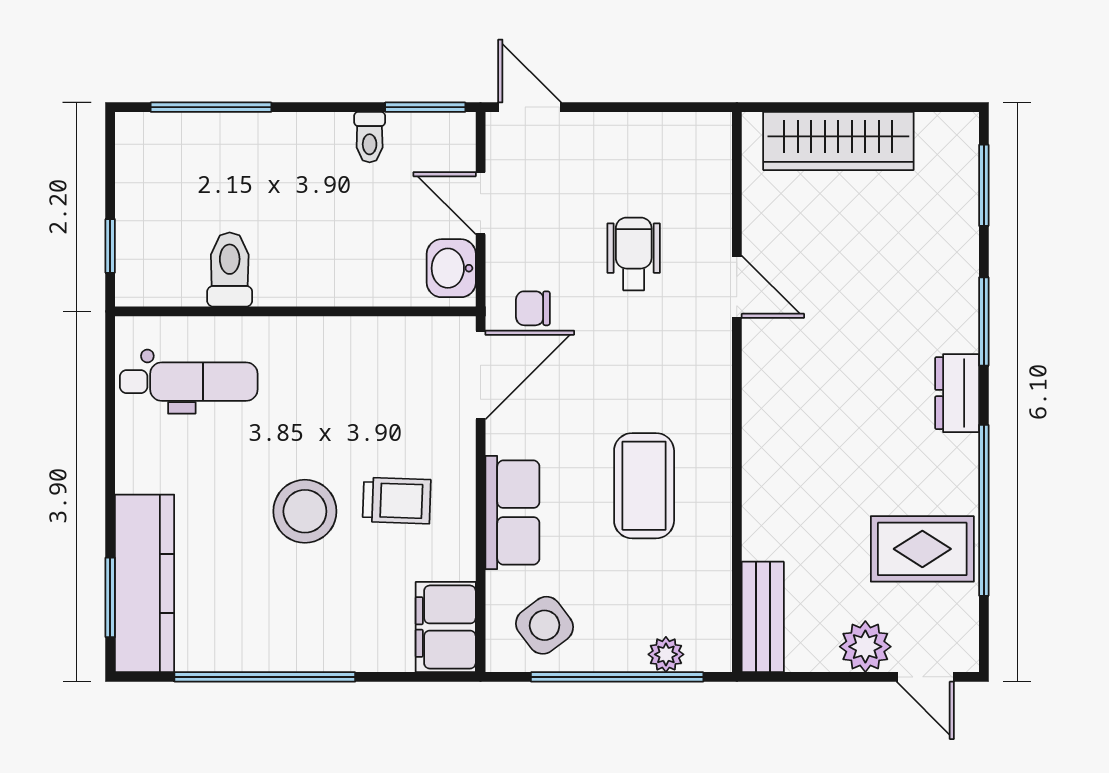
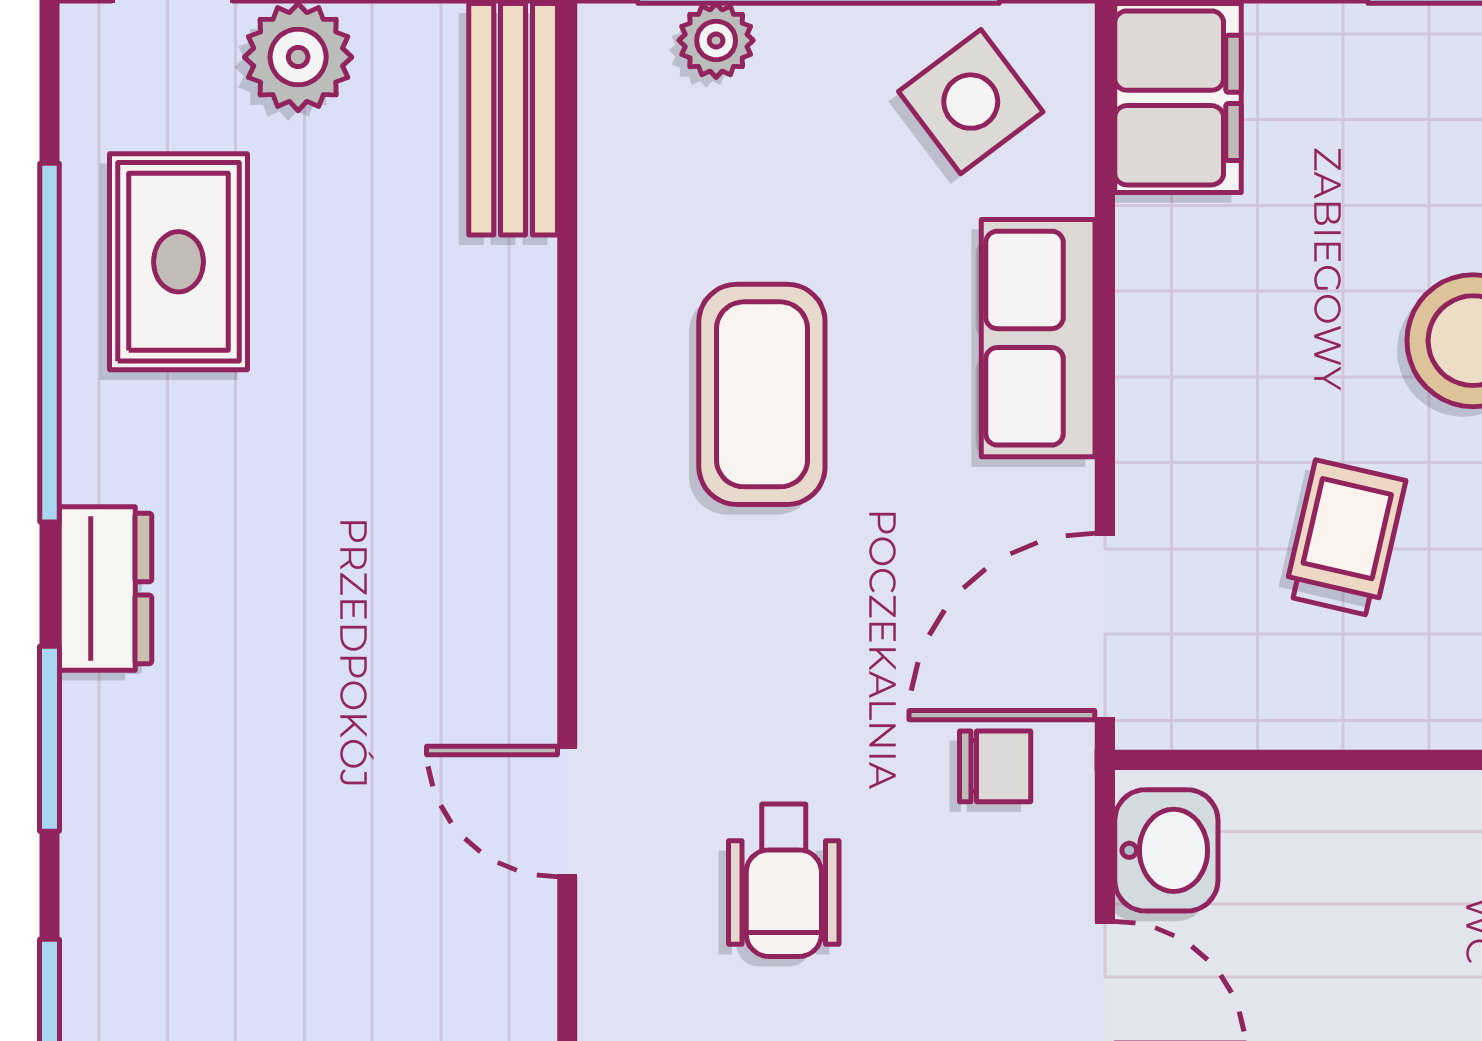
trolley: (397, 501) -> (1345, 538), moved, turned 101
rug: (922, 549) -> (179, 262), turned 90

